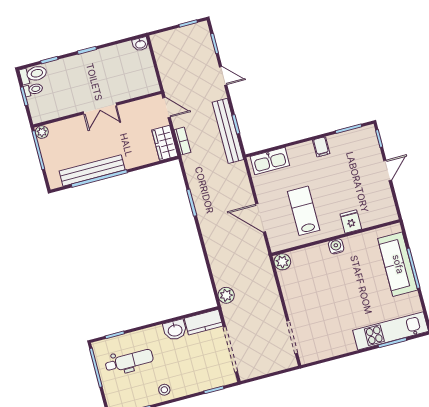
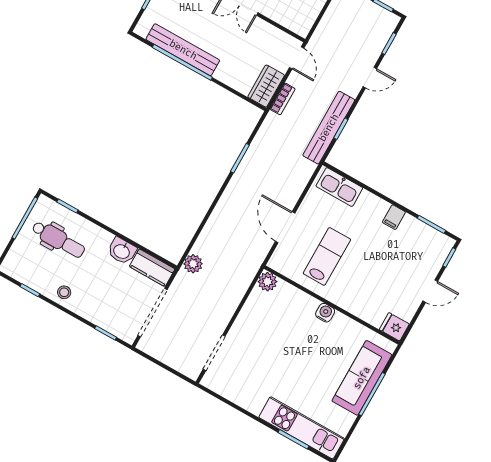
door: (223, 76) -> (370, 78), hinge flipped
fridge: (351, 221) -> (394, 327), moved, turned -90

